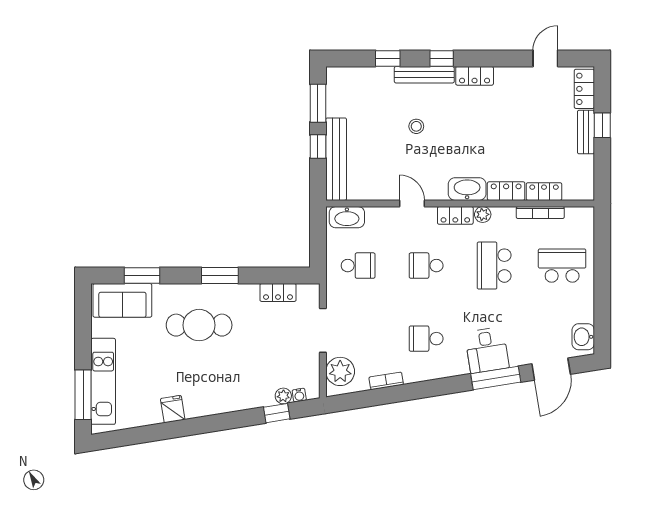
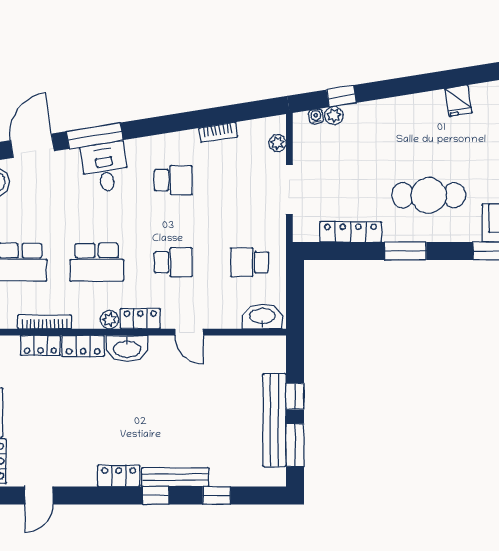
stool: (416, 126) -> (184, 419), removed
bench: (336, 159) -> (274, 420), moved
school desk: (494, 266) -> (97, 262), turned 90
locker: (278, 292) -> (351, 232), width x1.53
plant: (340, 371) -> (277, 143), width x0.53, depth x0.53

